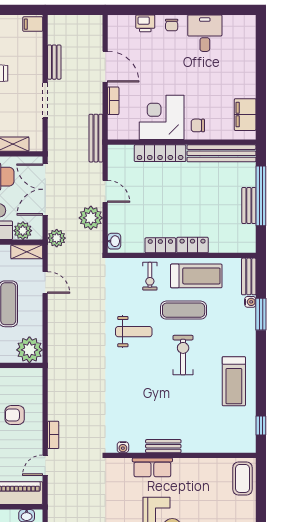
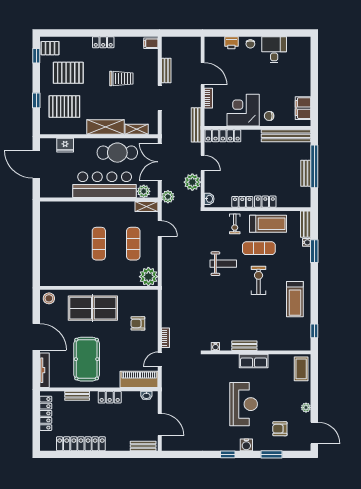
locker: (160, 153) -> (223, 136), moved
row of seats: (152, 467) -> (254, 361), moved

